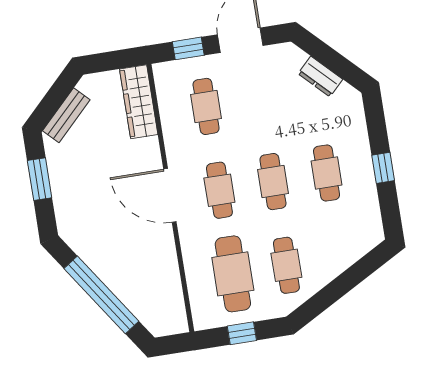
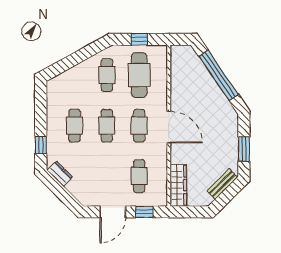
dresser: (320, 77) -> (60, 174), moved
window: (383, 168) -> (41, 145), moved

